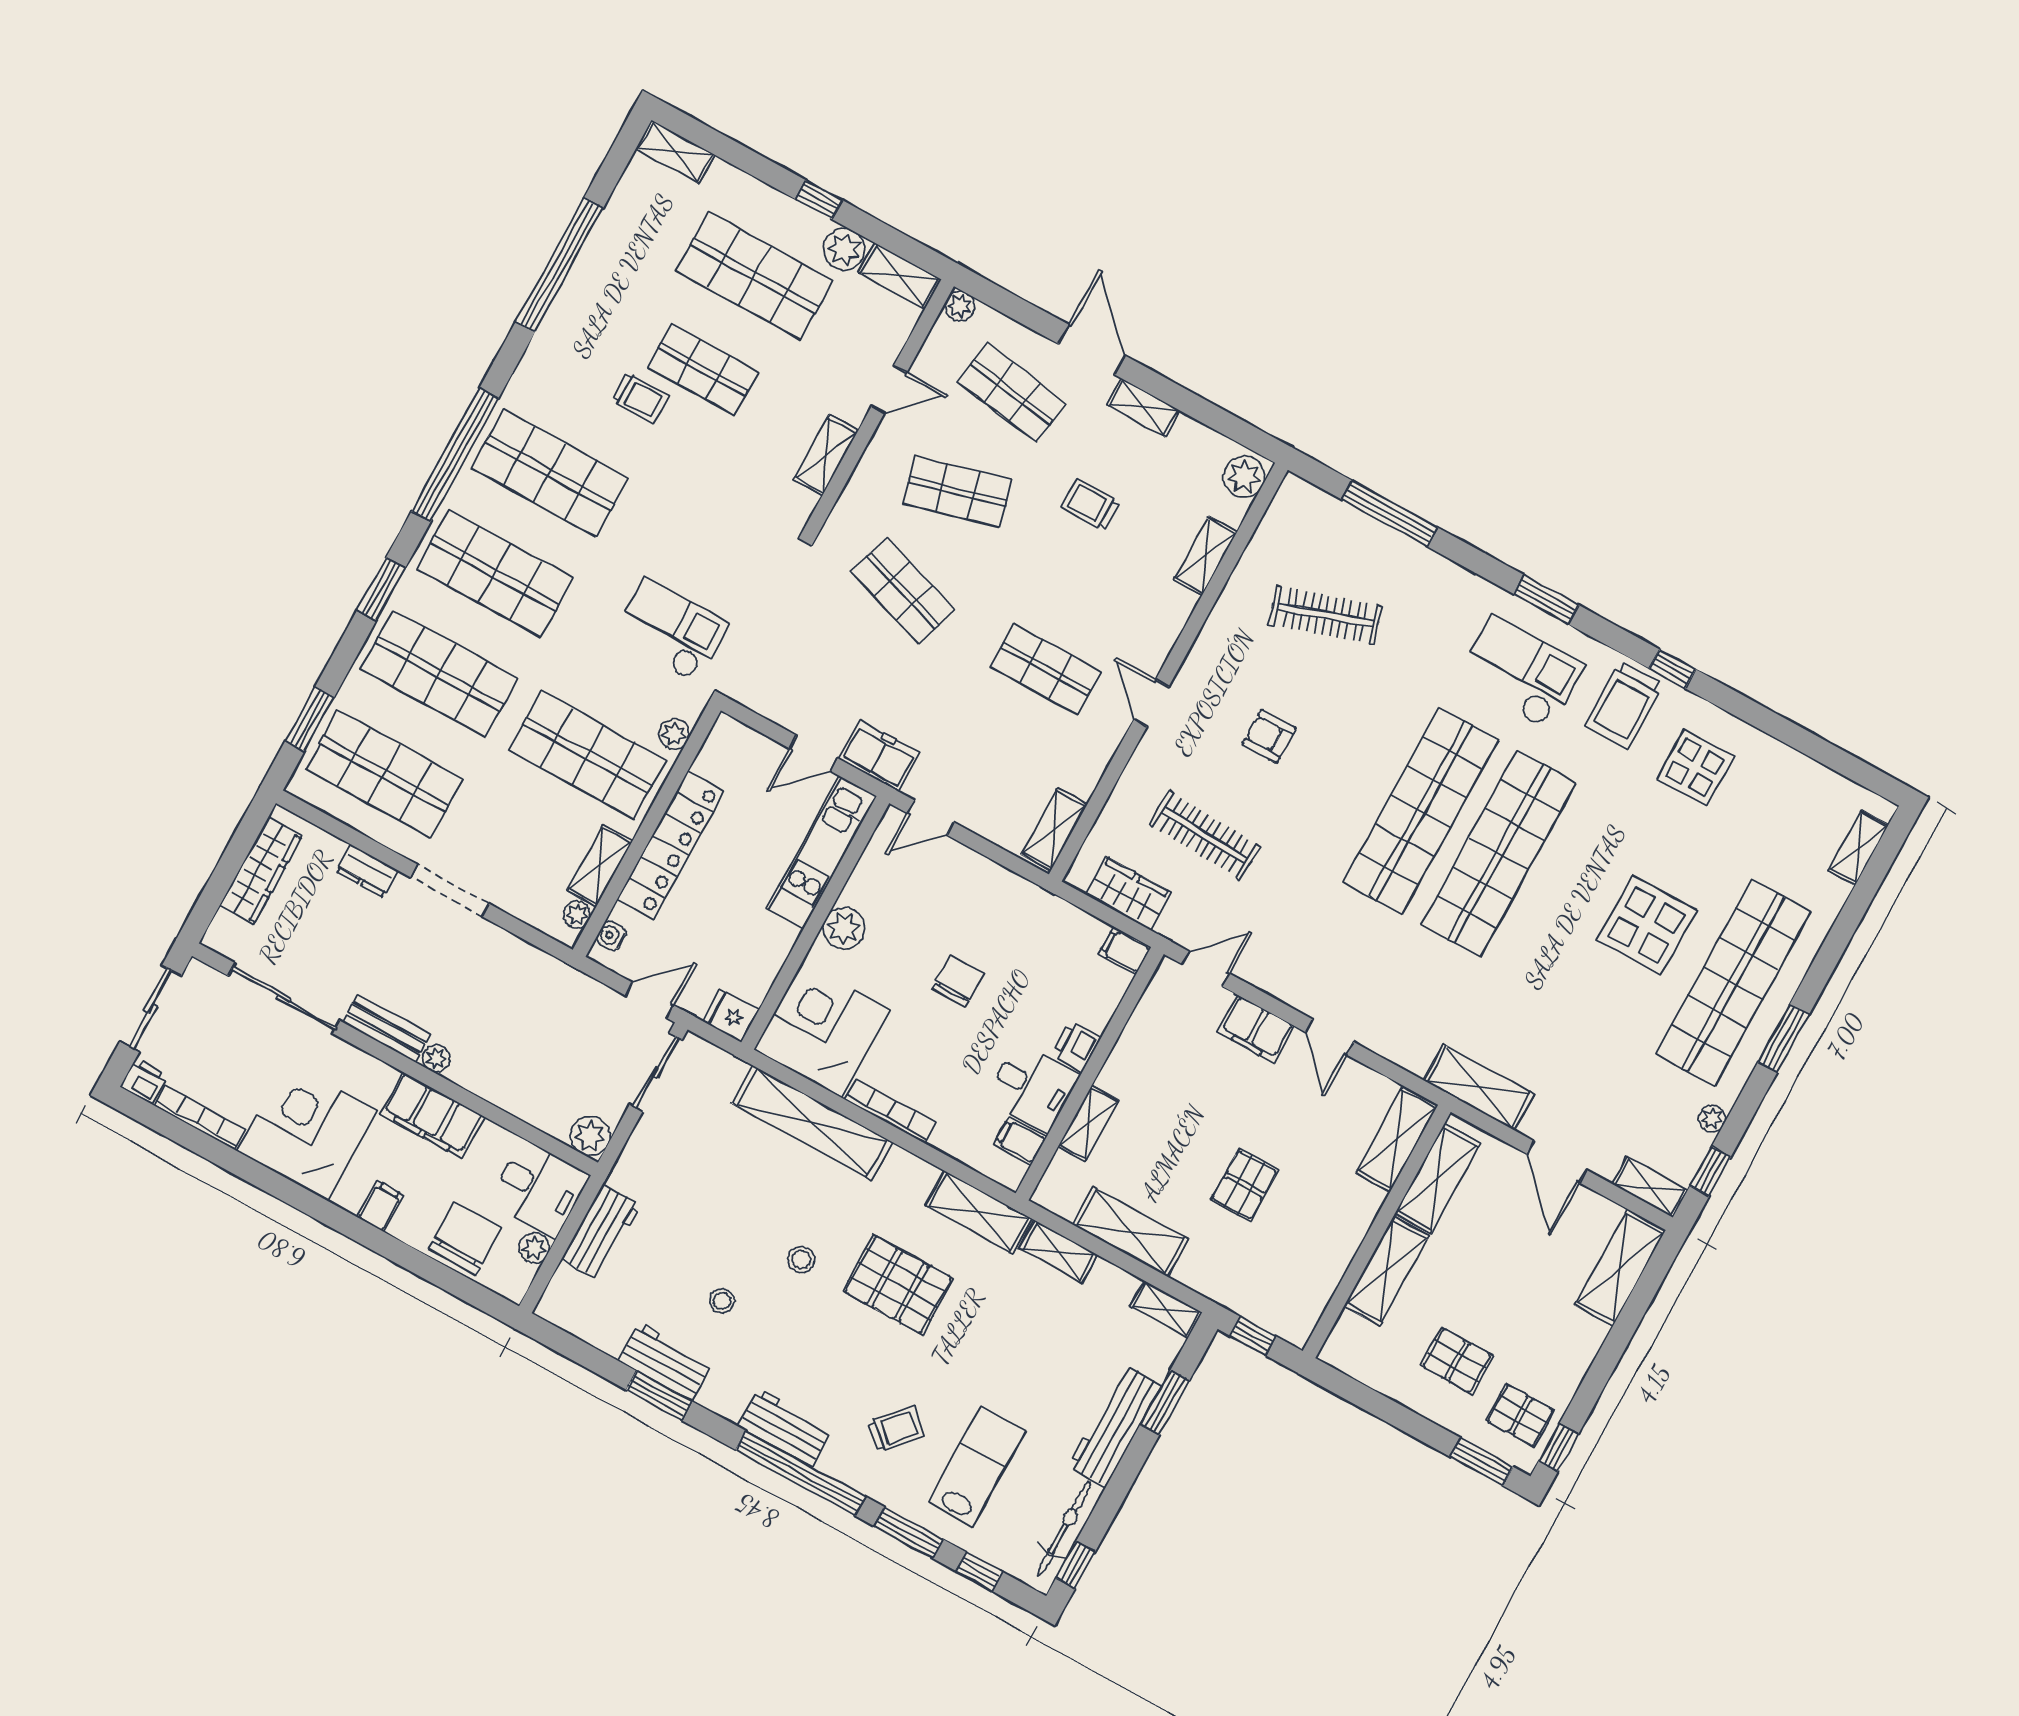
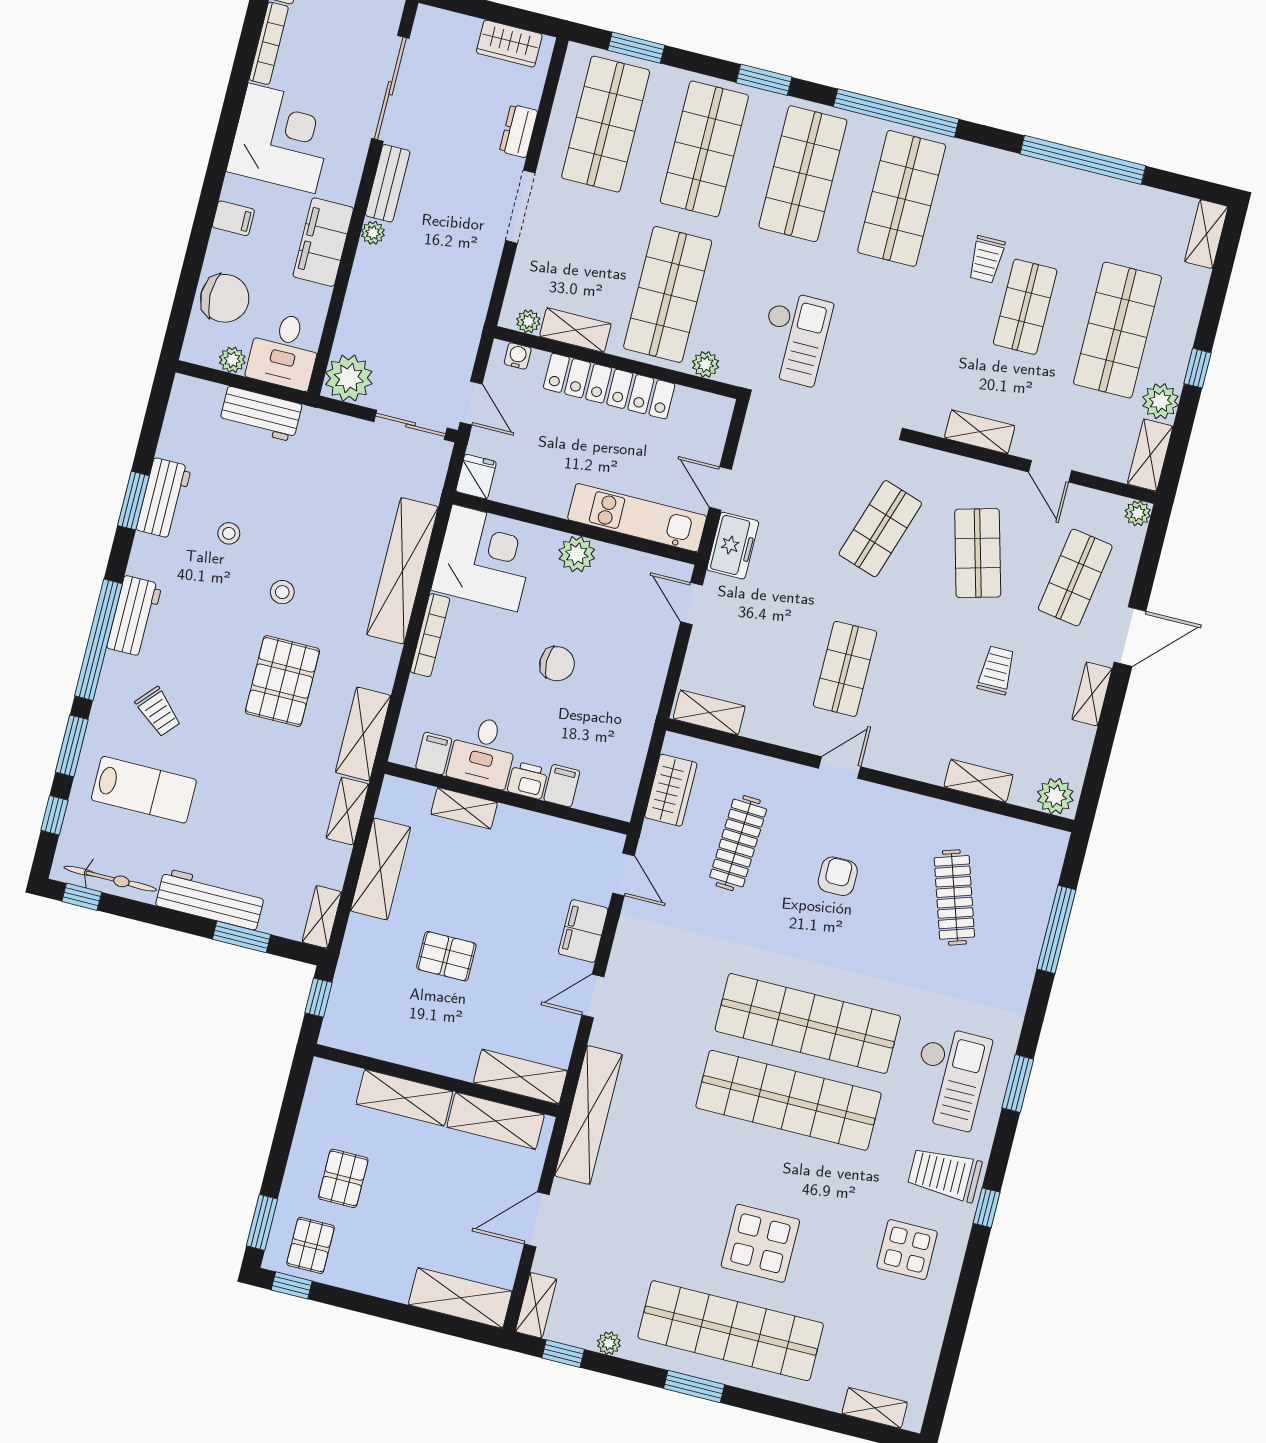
wardrobe: (261, 871) -> (509, 44), width x0.67
filing cabinet: (1125, 951) -> (562, 786), moved
shelving: (1479, 1087) -> (588, 1115), width x1.47
plant: (590, 1136) -> (349, 378), width x1.36, depth x1.36

